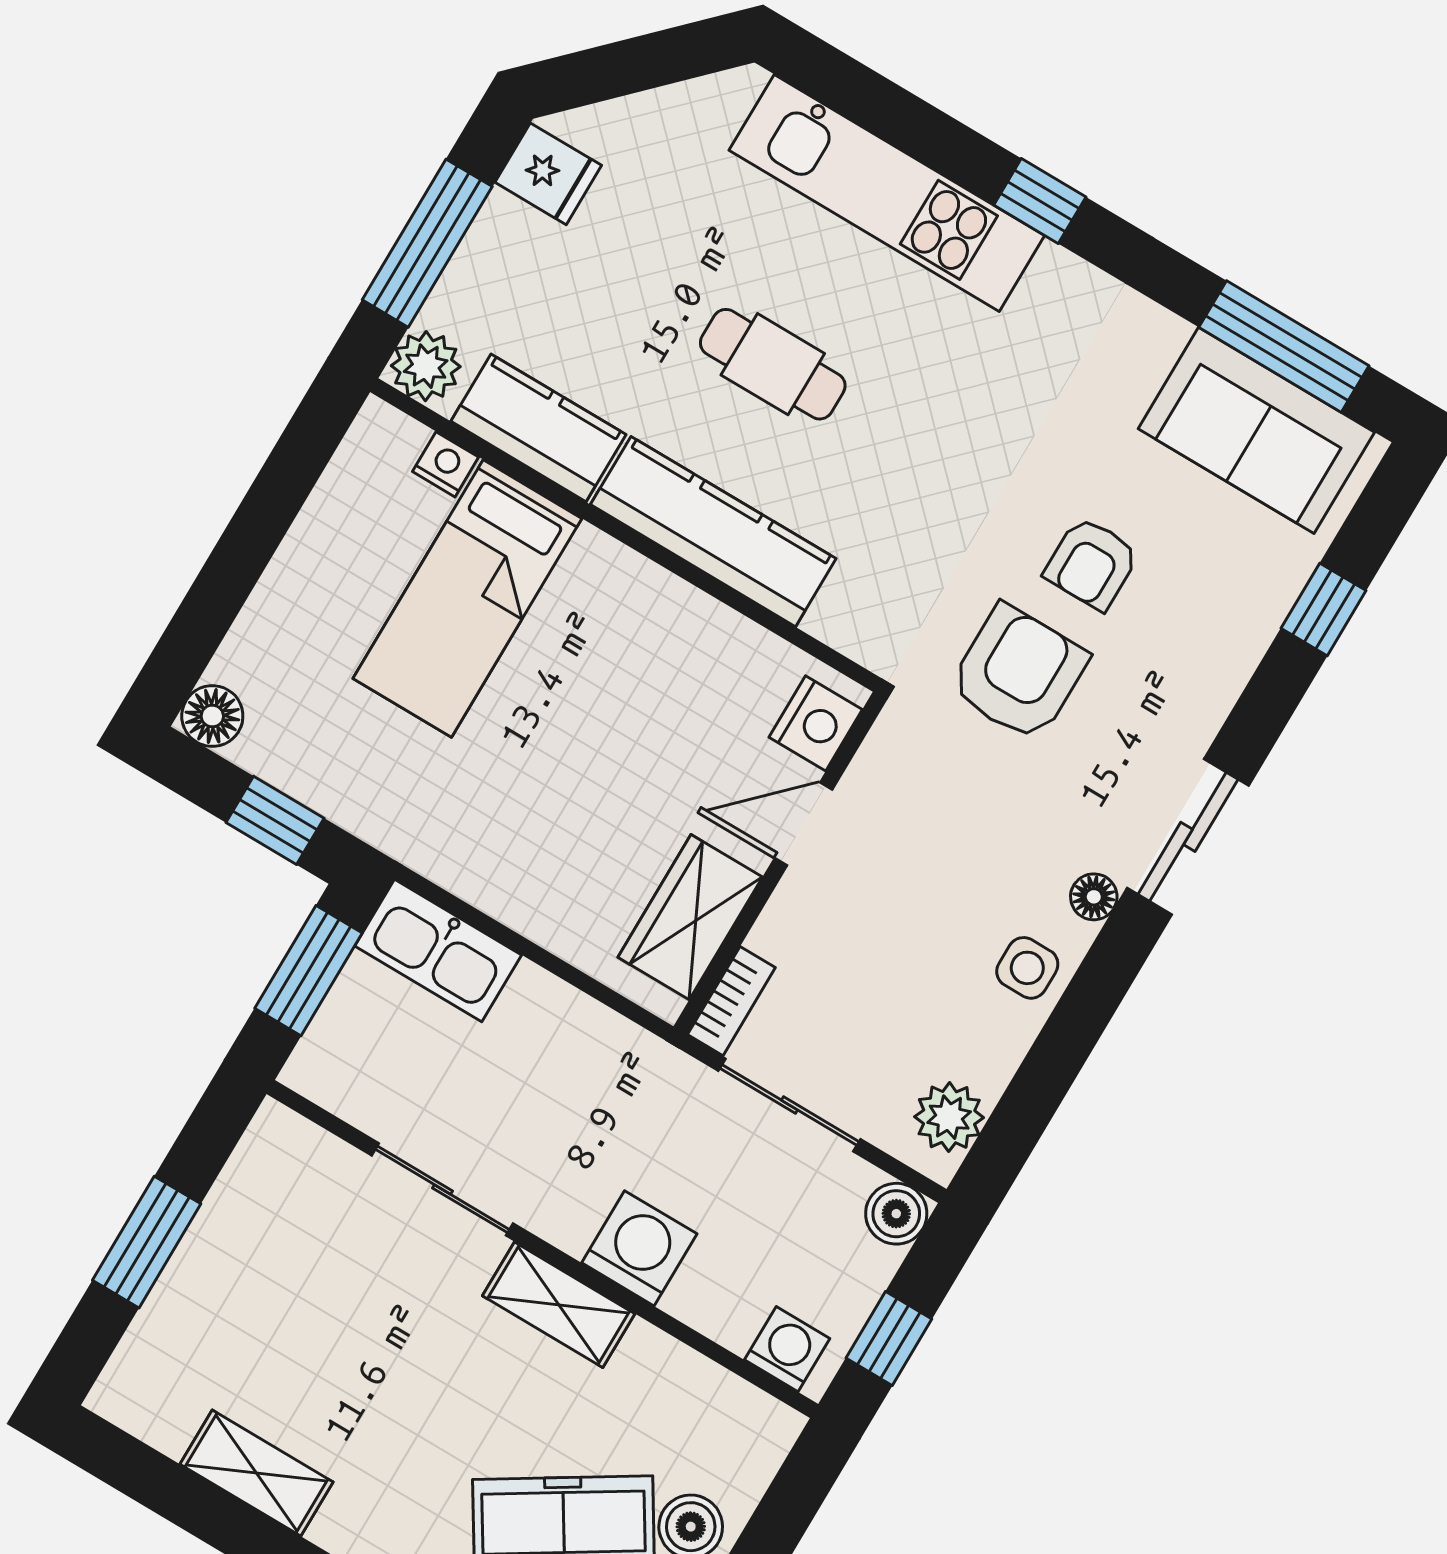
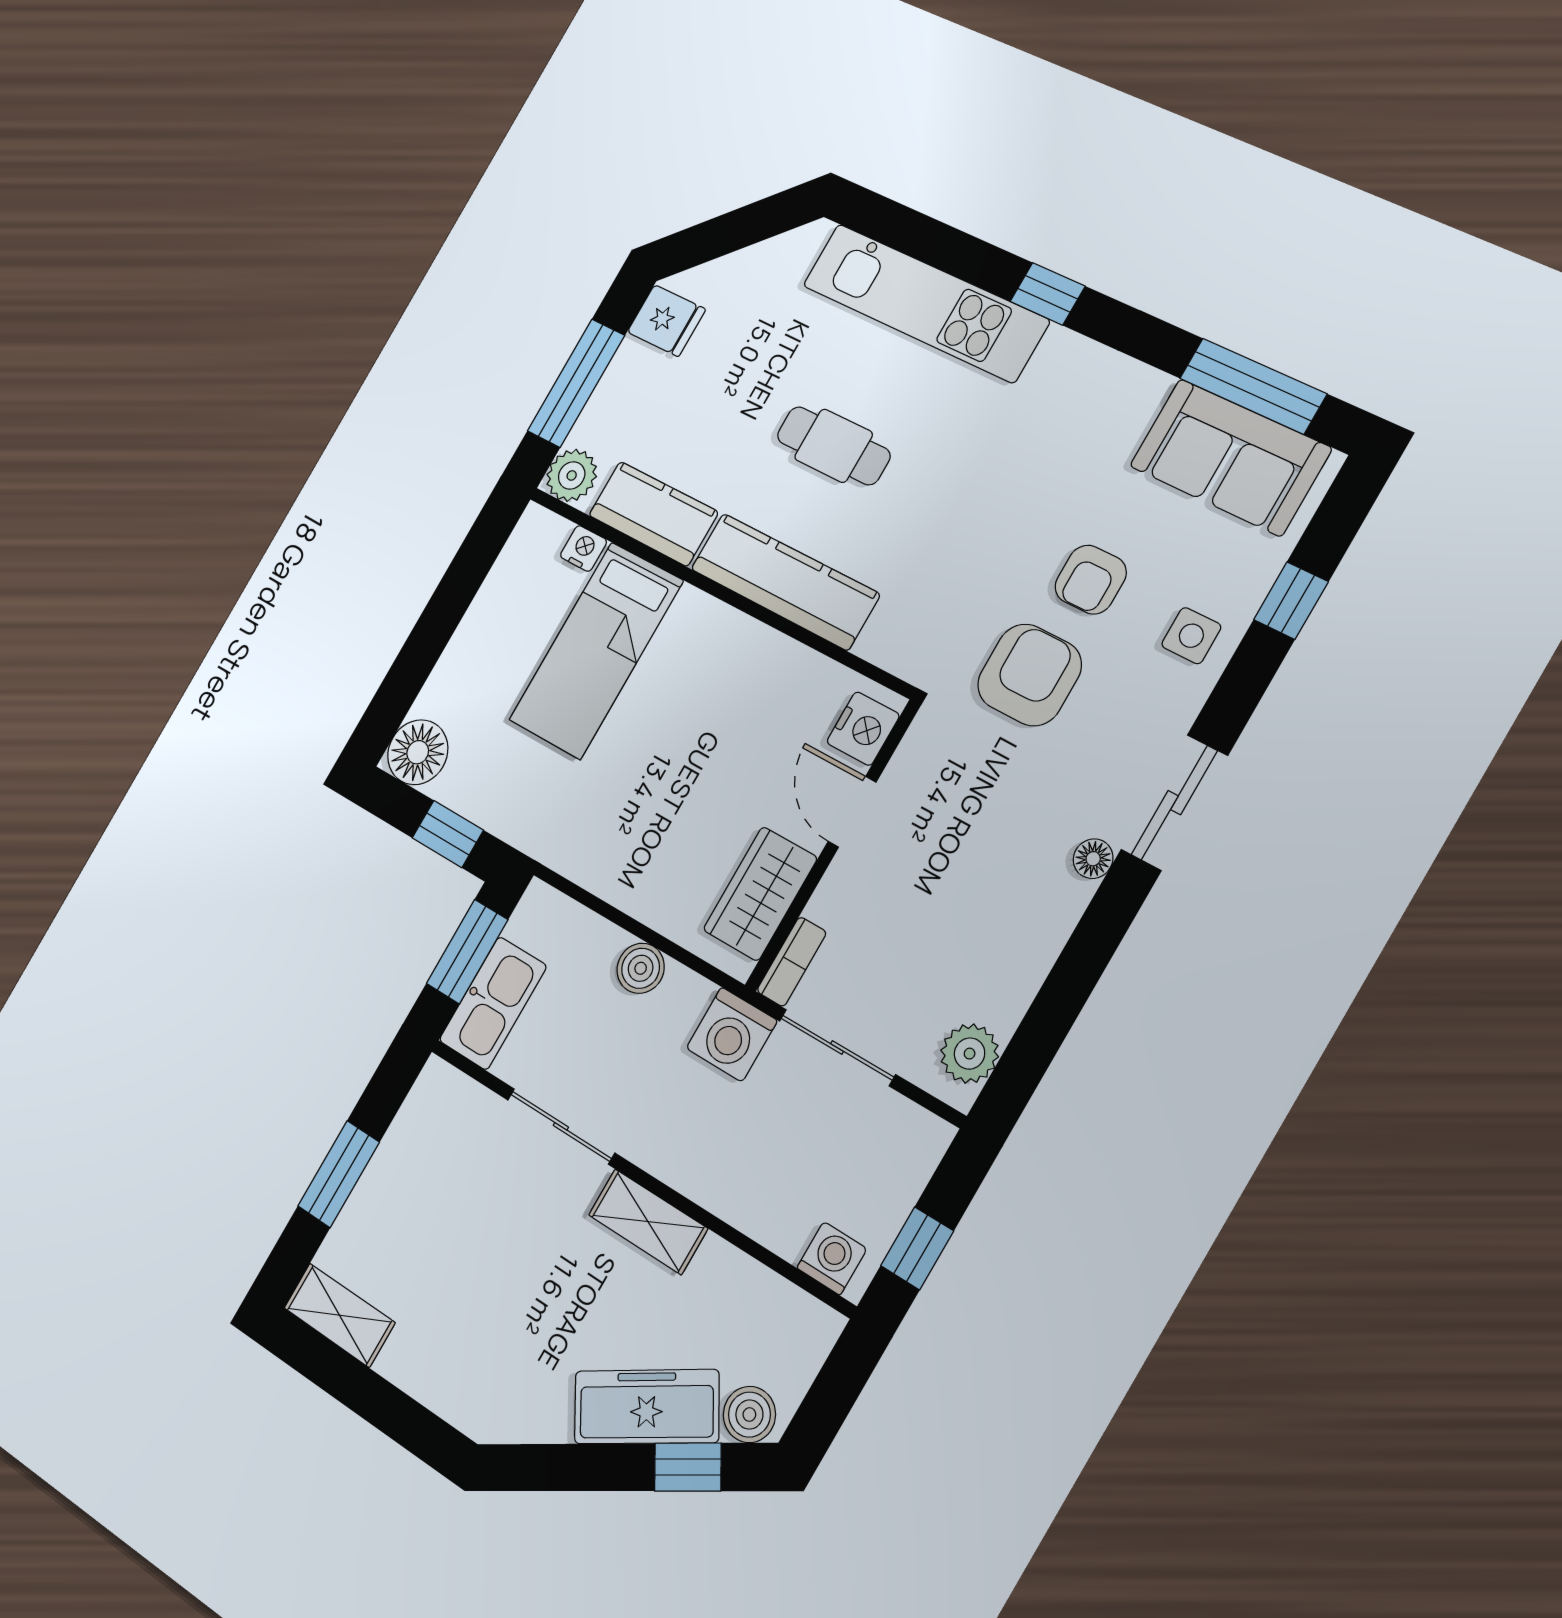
floor lamp: (212, 716) -> (418, 752), width x1.38, depth x1.38
door: (804, 824) -> (852, 812), hinge flipped
kitchen sink: (438, 950) -> (493, 1003), moved, turned -90
side table: (1027, 968) -> (1191, 636), moved
boiler: (896, 1214) -> (641, 968), moved
washing machine: (639, 1248) -> (732, 1034), moved, turned 180
shelving: (256, 1473) -> (339, 1315), moved

